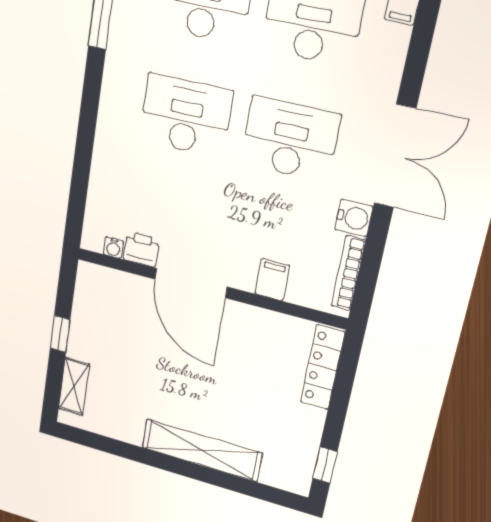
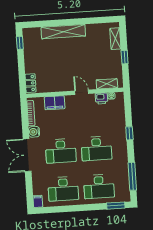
window: (86, 132) -> (129, 133), added
filing cabinet: (272, 280) -> (55, 103), width x2.00
shelving: (119, 283) -> (107, 84), added
door: (191, 283) -> (82, 92), width x0.53
locker: (322, 367) -> (30, 83), width x0.66

